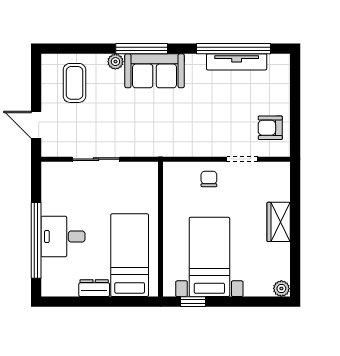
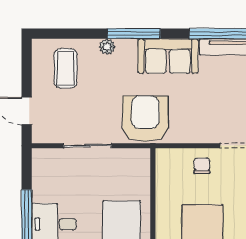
sofa: (155, 71) -> (168, 56), moved
armchair: (153, 133) -> (145, 119), added

